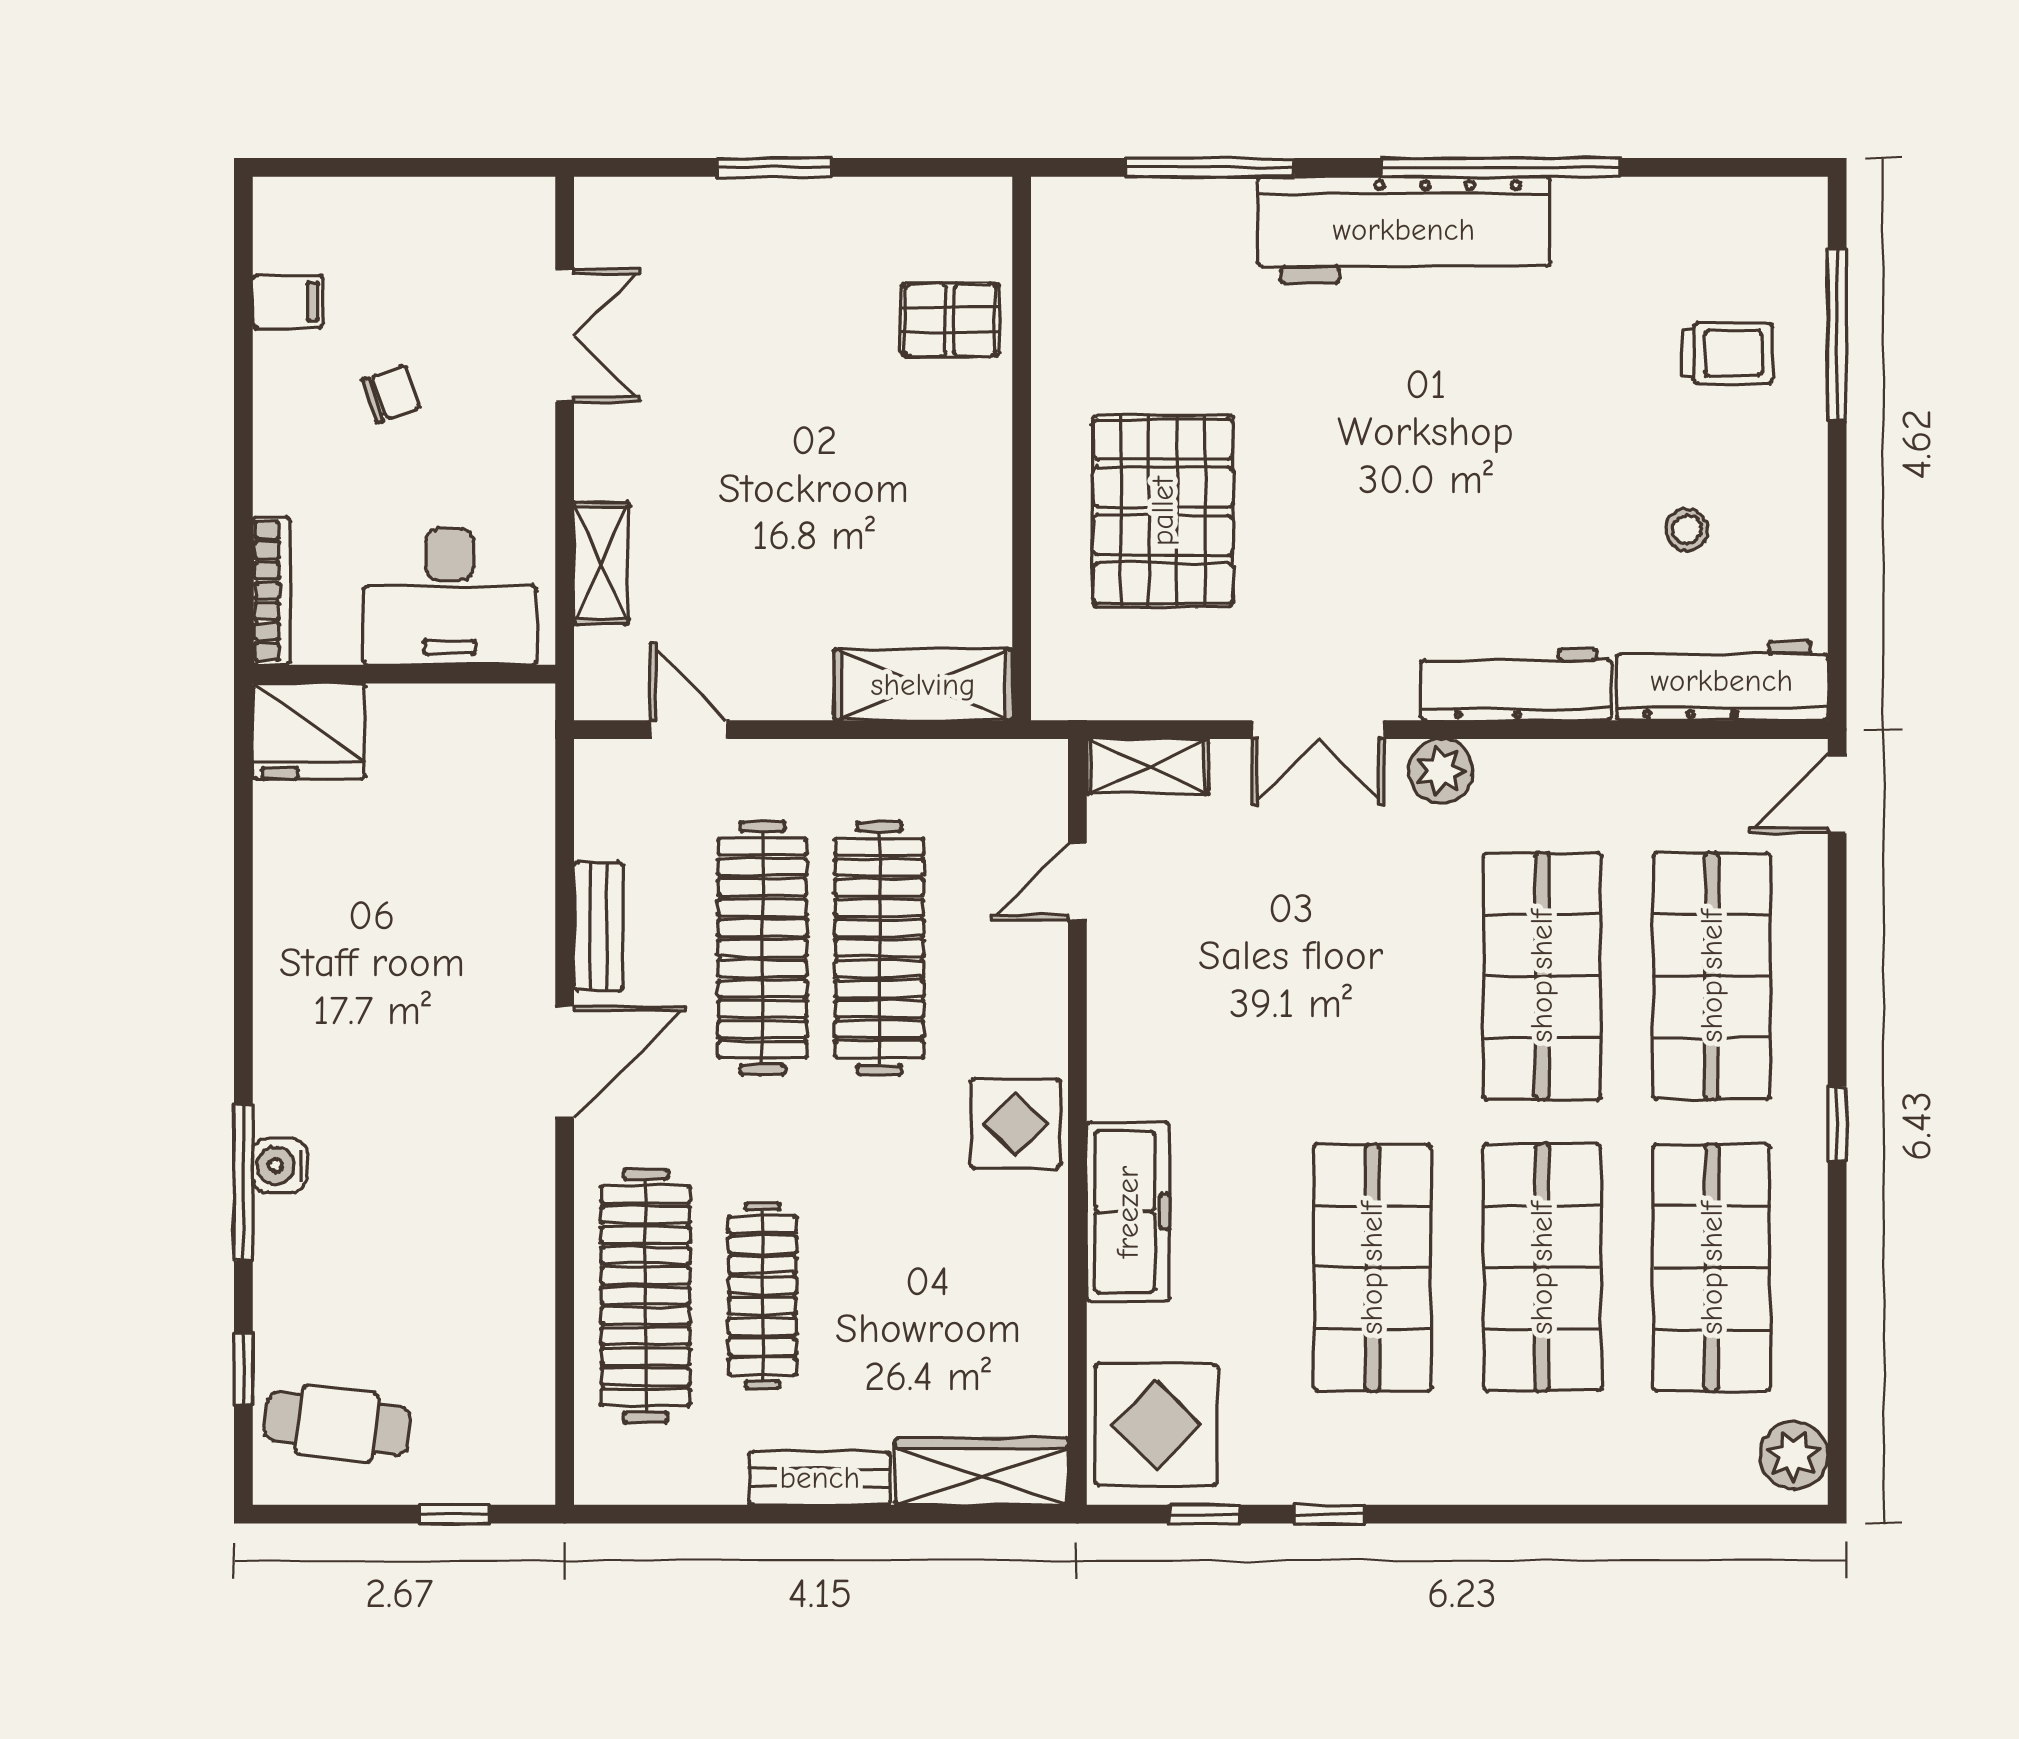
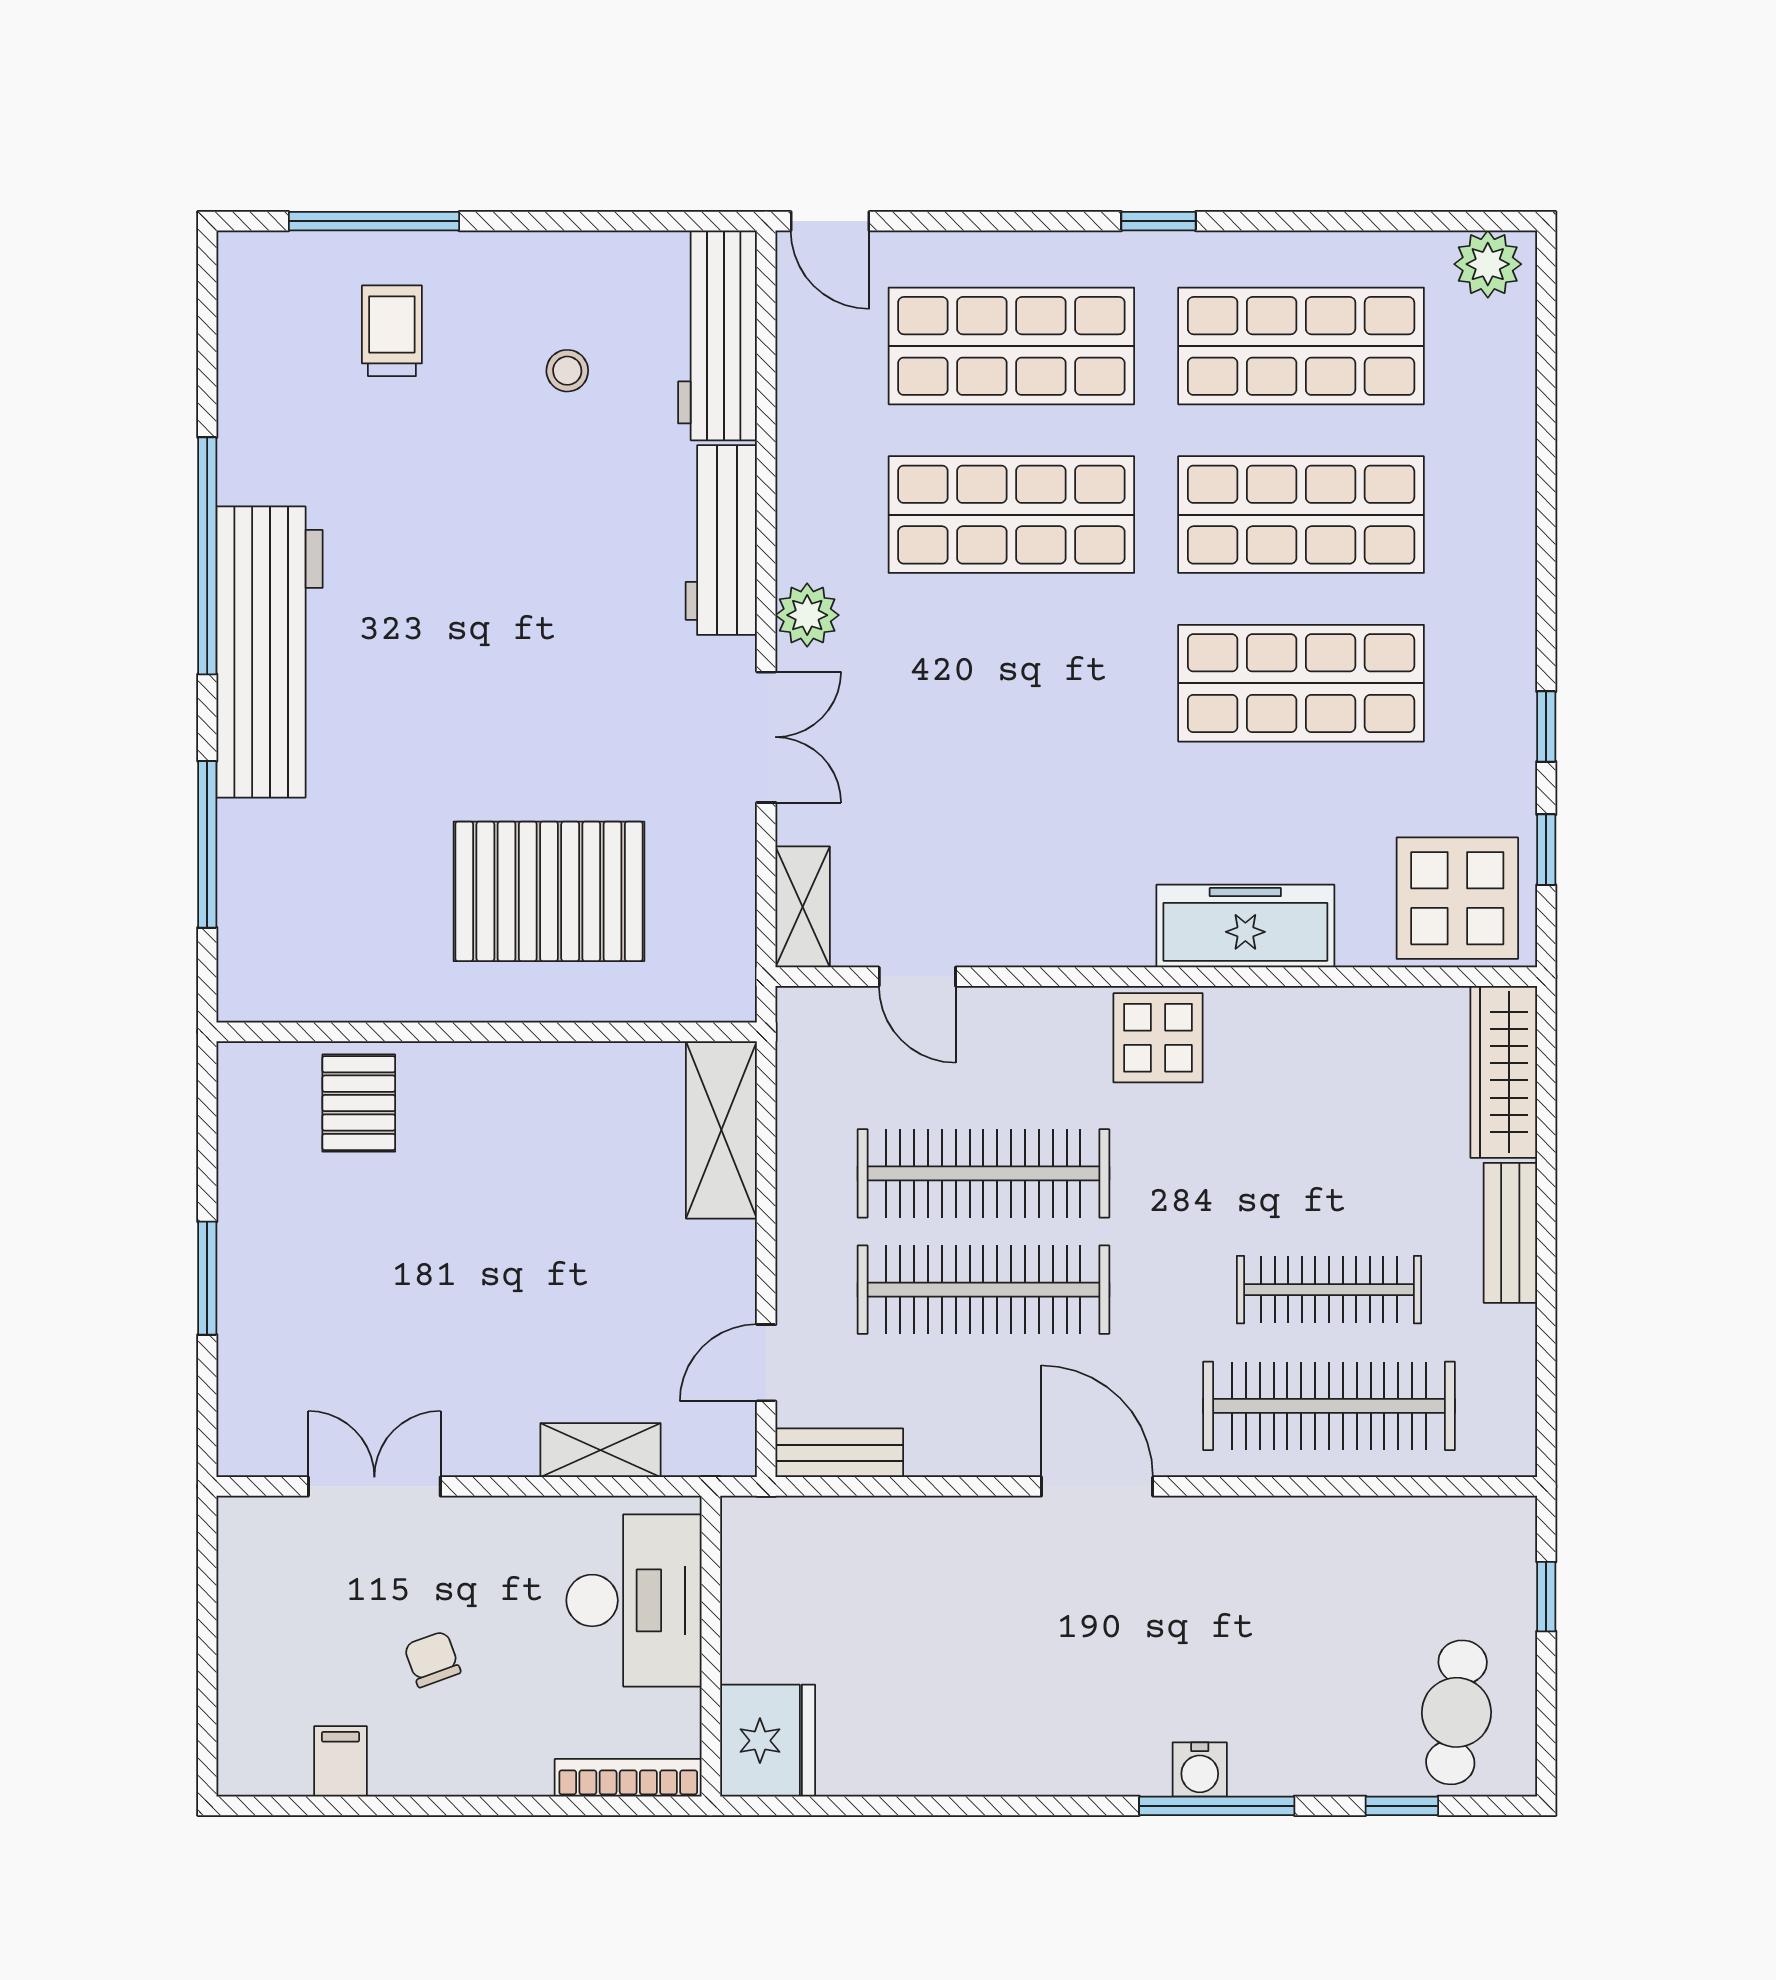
bench: (598, 926) -> (839, 1453), moved

